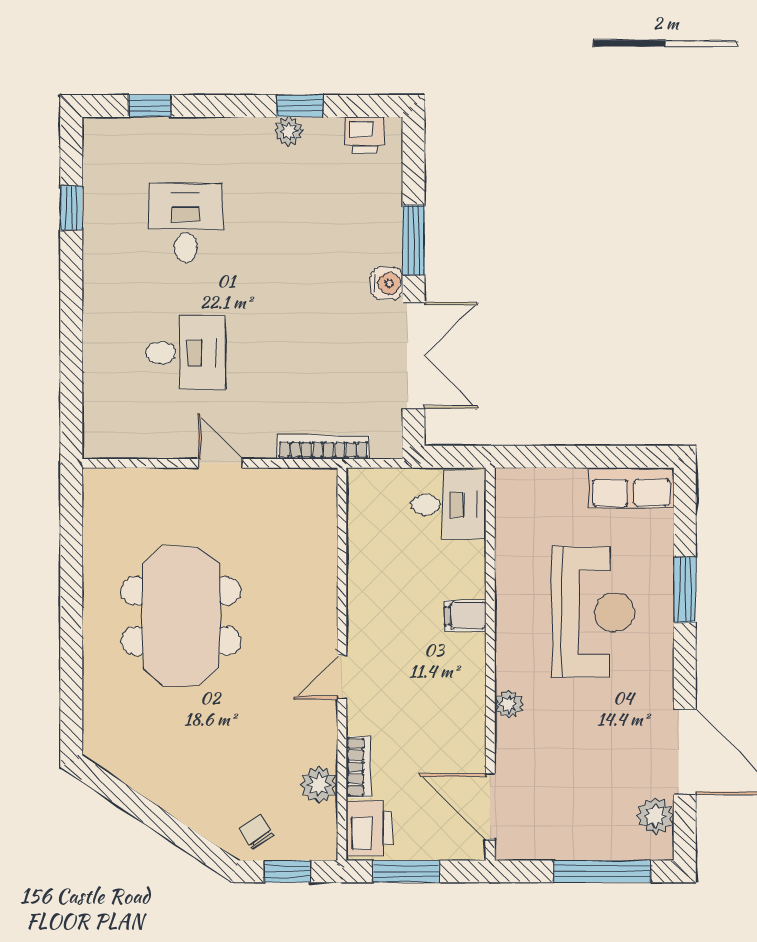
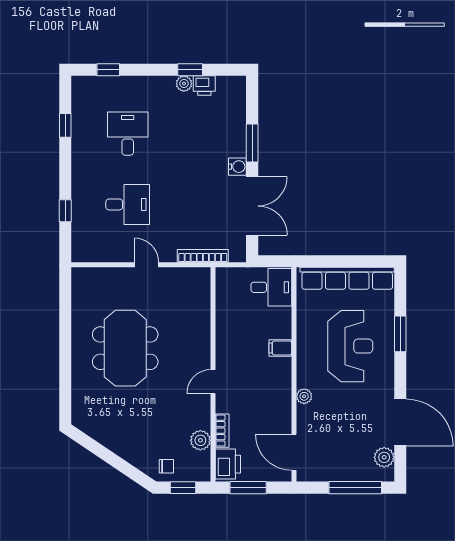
printer: (365, 135) -> (204, 86), moved
window: (71, 364) -> (65, 211), added
row of seats: (631, 488) -> (347, 278), width x2.02
chair: (256, 832) -> (166, 466), turned 125

